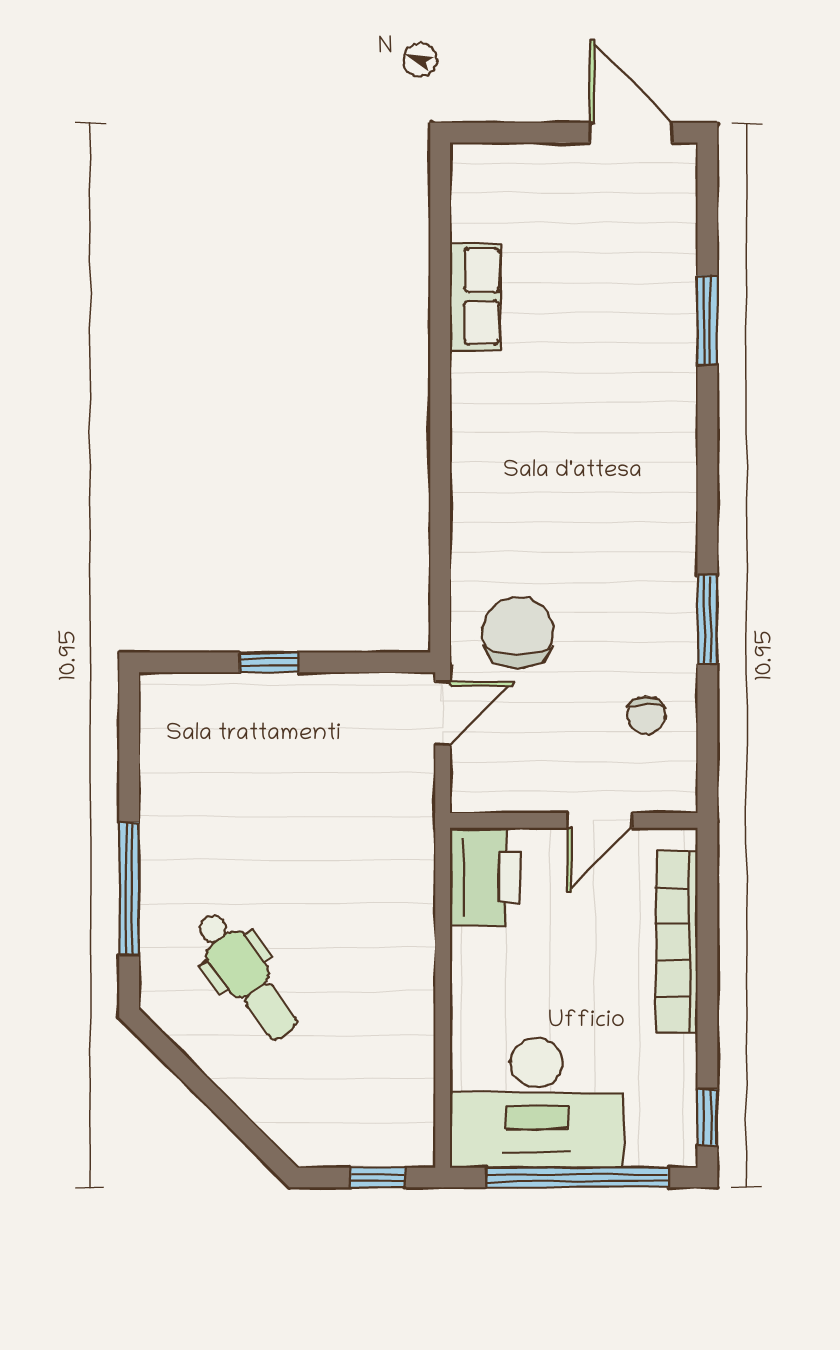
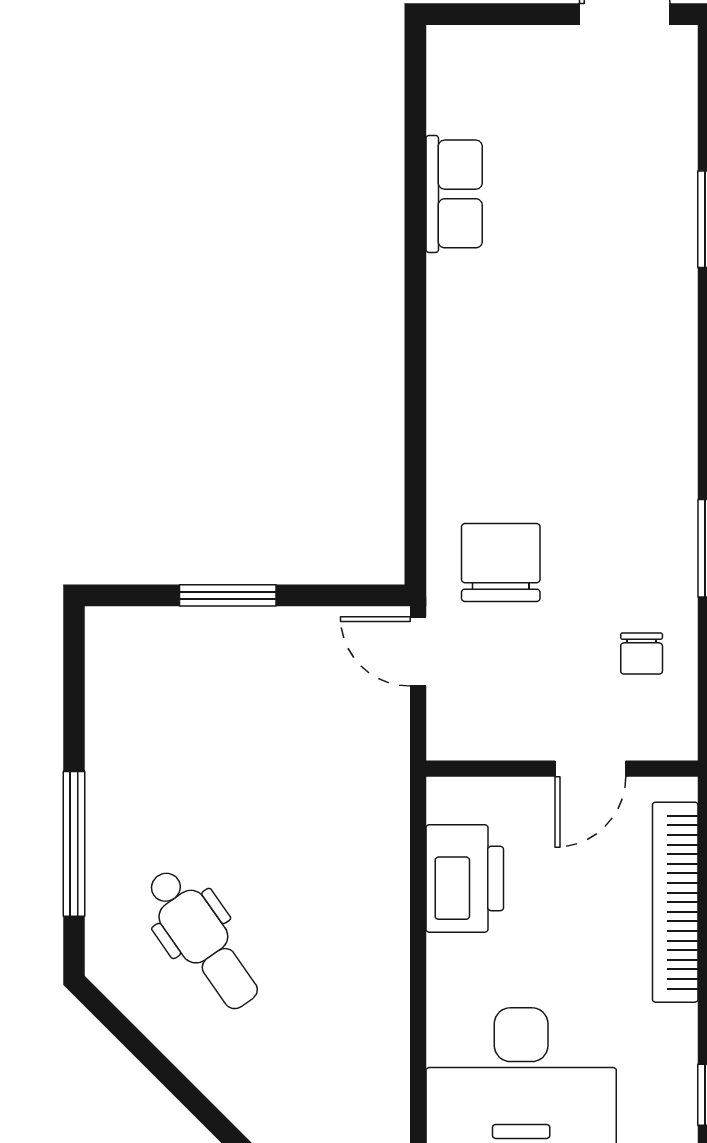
window: (269, 662) -> (228, 595), width x1.50
door: (443, 714) -> (418, 651), swing flipped
printer: (485, 877) -> (465, 878), moved

